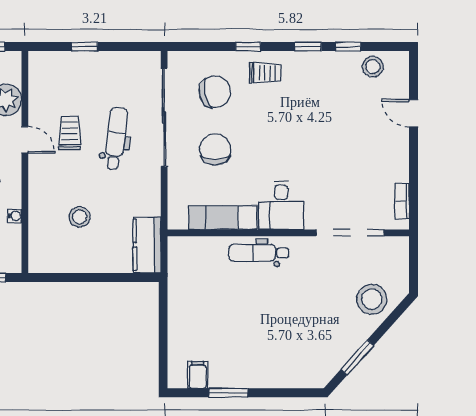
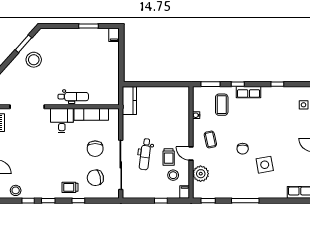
filing cabinet: (38, 64) -> (185, 192), added
stool: (80, 217) -> (173, 175), moved
stool: (372, 299) -> (34, 60), moved
filing cabinet: (198, 375) -> (114, 35), moved

